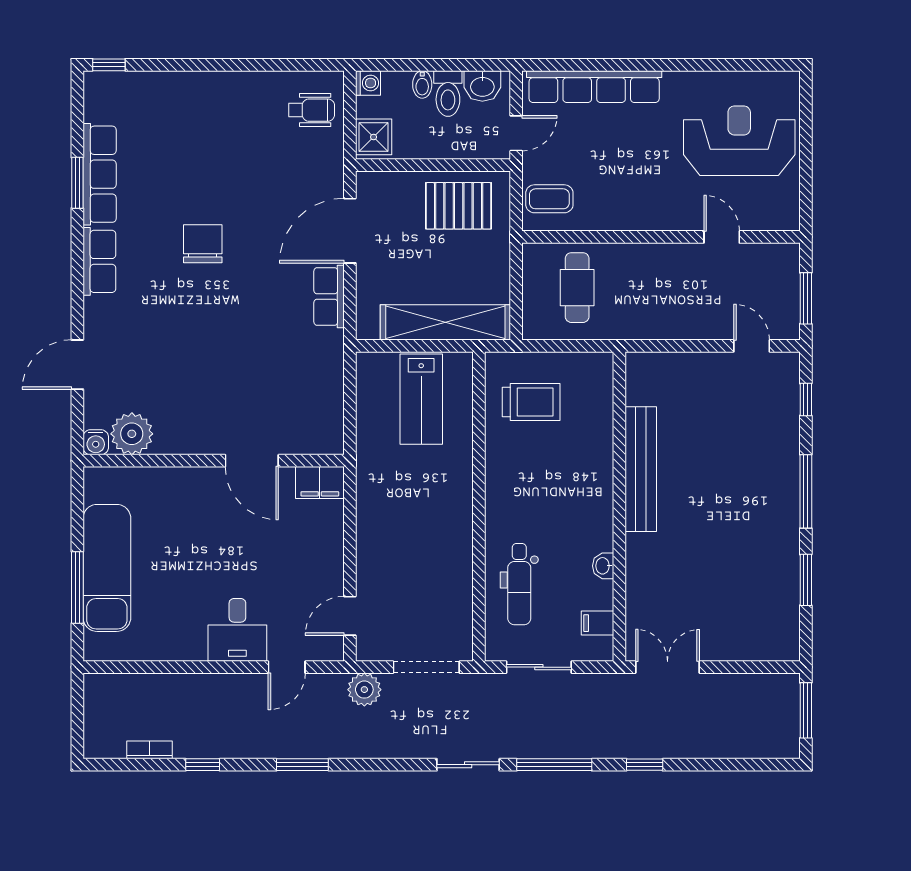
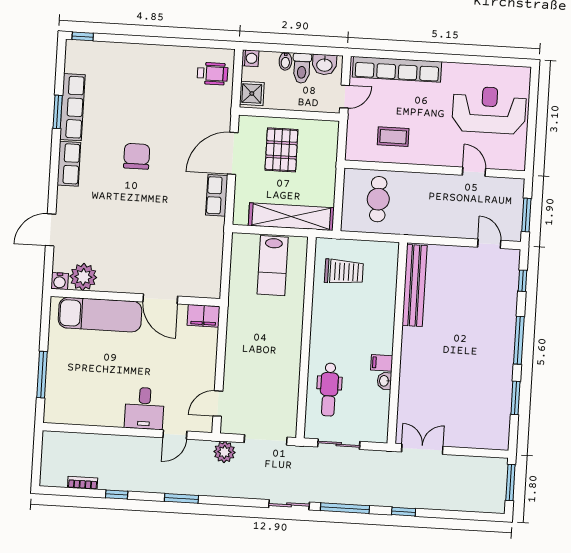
coffee table: (549, 199) -> (393, 137), moved
pallet: (459, 206) -> (281, 150), moved, turned 90
bench: (641, 469) -> (415, 285), moved
exam couch: (107, 568) -> (100, 315), moved, turned 90
filing cabinet: (597, 623) -> (382, 363), moved

